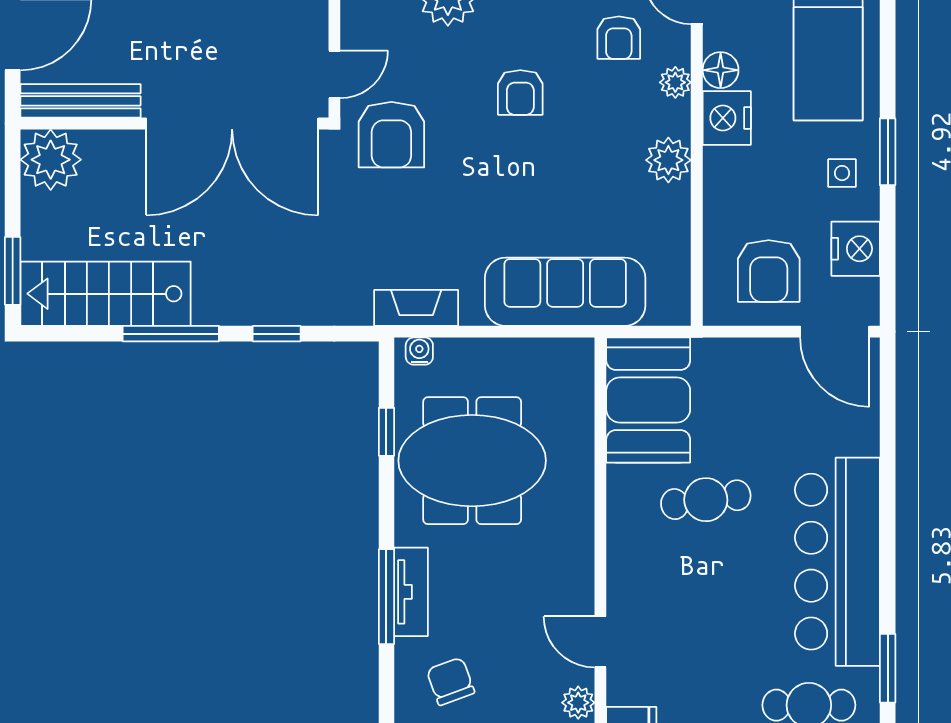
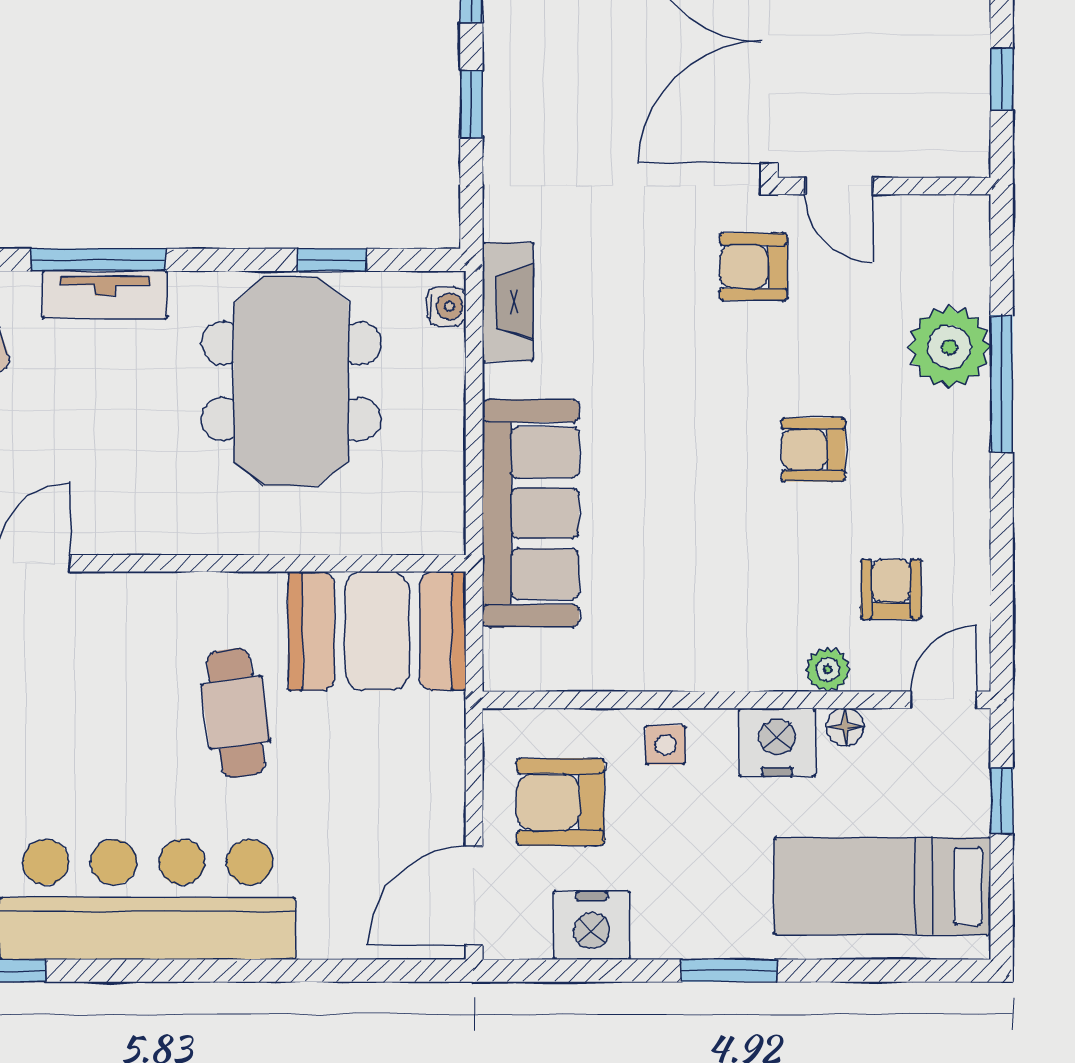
armchair: (619, 38) -> (891, 589), turned 90
floor lamp: (721, 70) -> (845, 727), width x0.73, depth x0.73
armchair: (391, 135) -> (753, 267), width x0.72, depth x0.72
plant: (668, 160) -> (718, 660), removed
side table: (842, 173) -> (665, 745), moved

